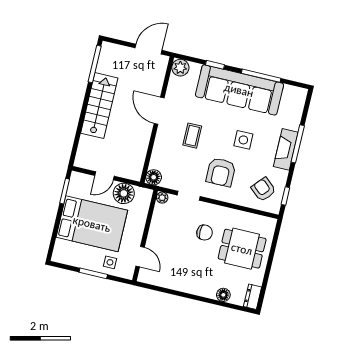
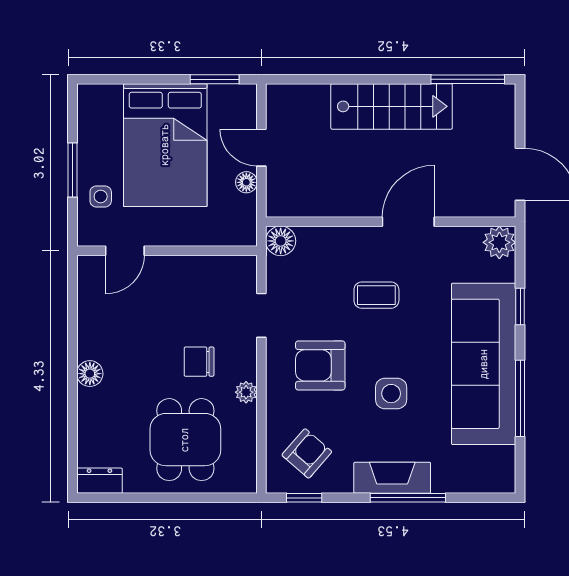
floor lamp: (124, 193) -> (246, 182), width x0.53, depth x0.53
plant: (162, 198) -> (246, 392), moved
chair: (205, 233) -> (199, 362), turned 90
floor lamp: (223, 295) -> (90, 374), moved

